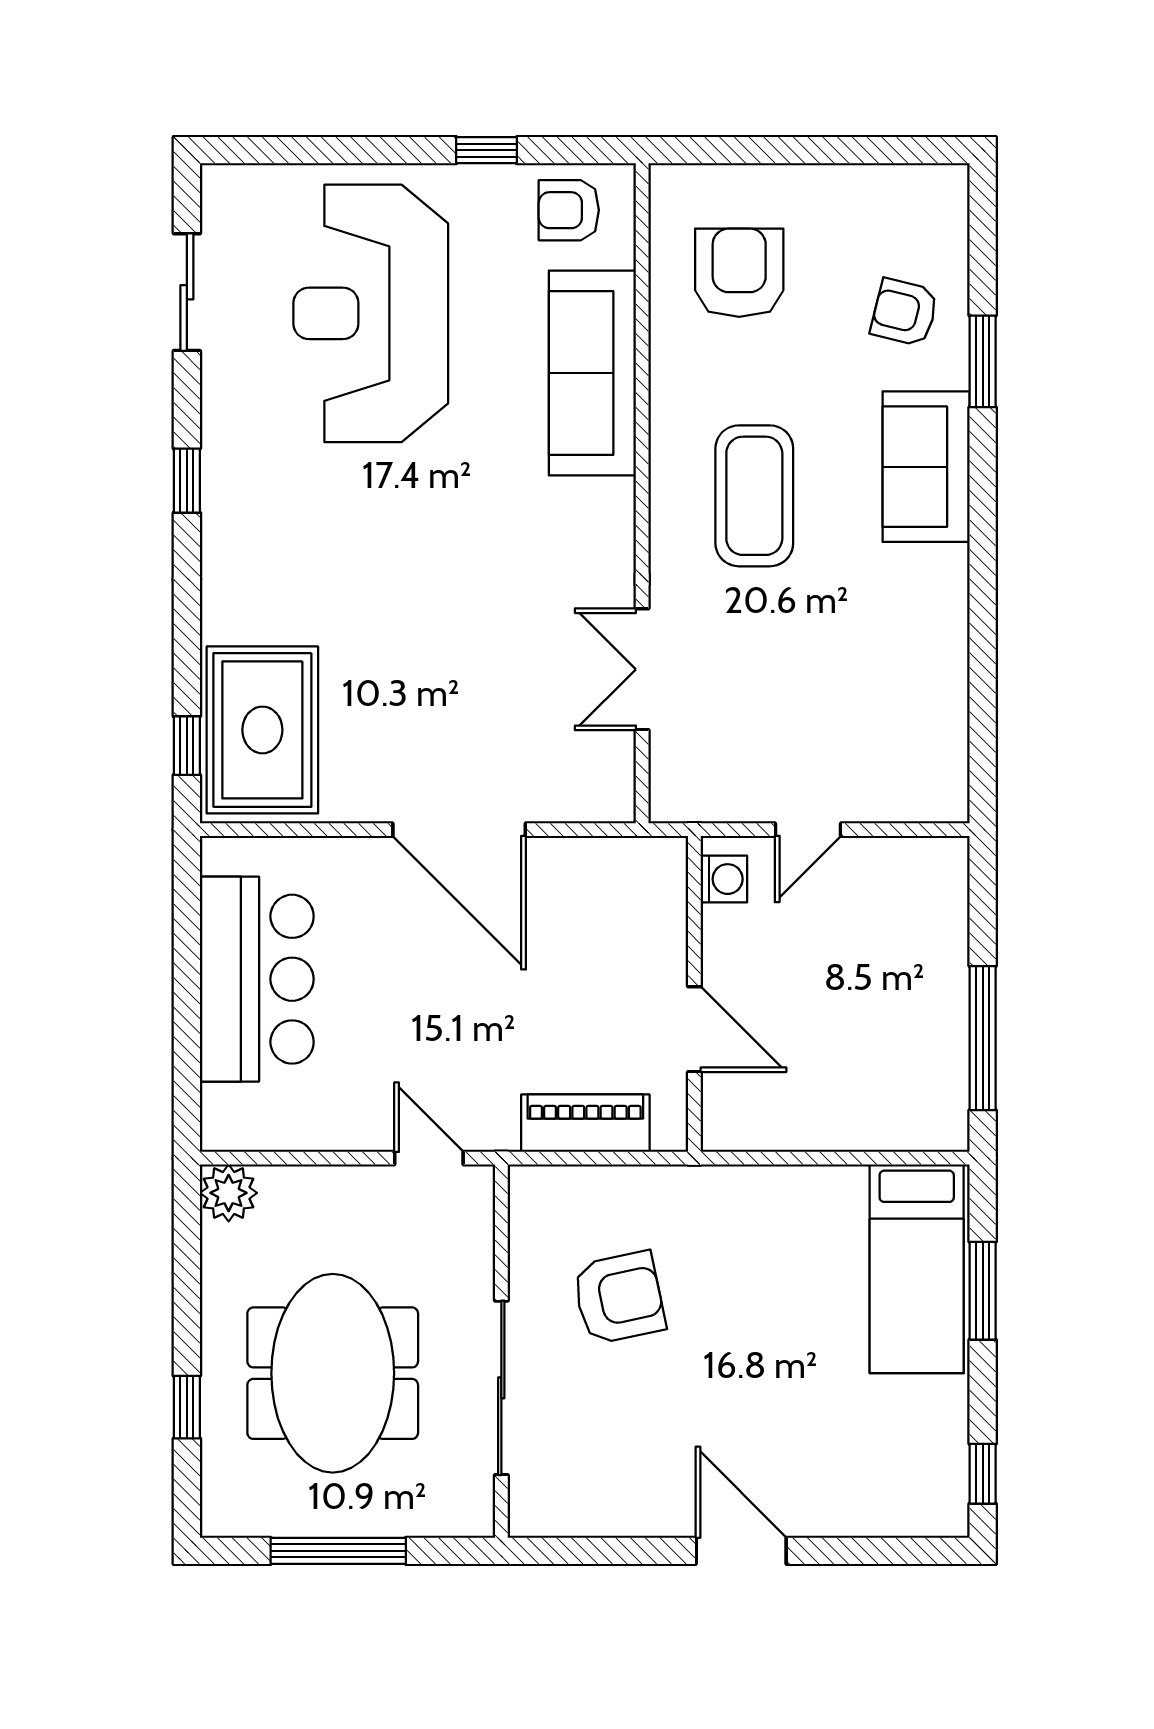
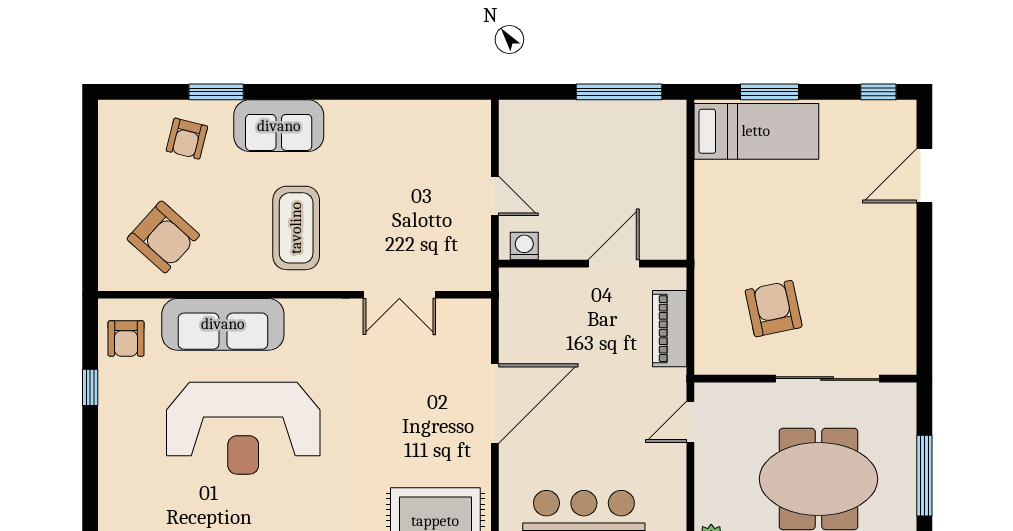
armchair: (739, 273) -> (163, 237), turned -138
reception desk: (371, 313) -> (243, 428), moved
coffee table: (754, 496) -> (296, 228), turned 90
door: (741, 1551) -> (924, 176), moved

